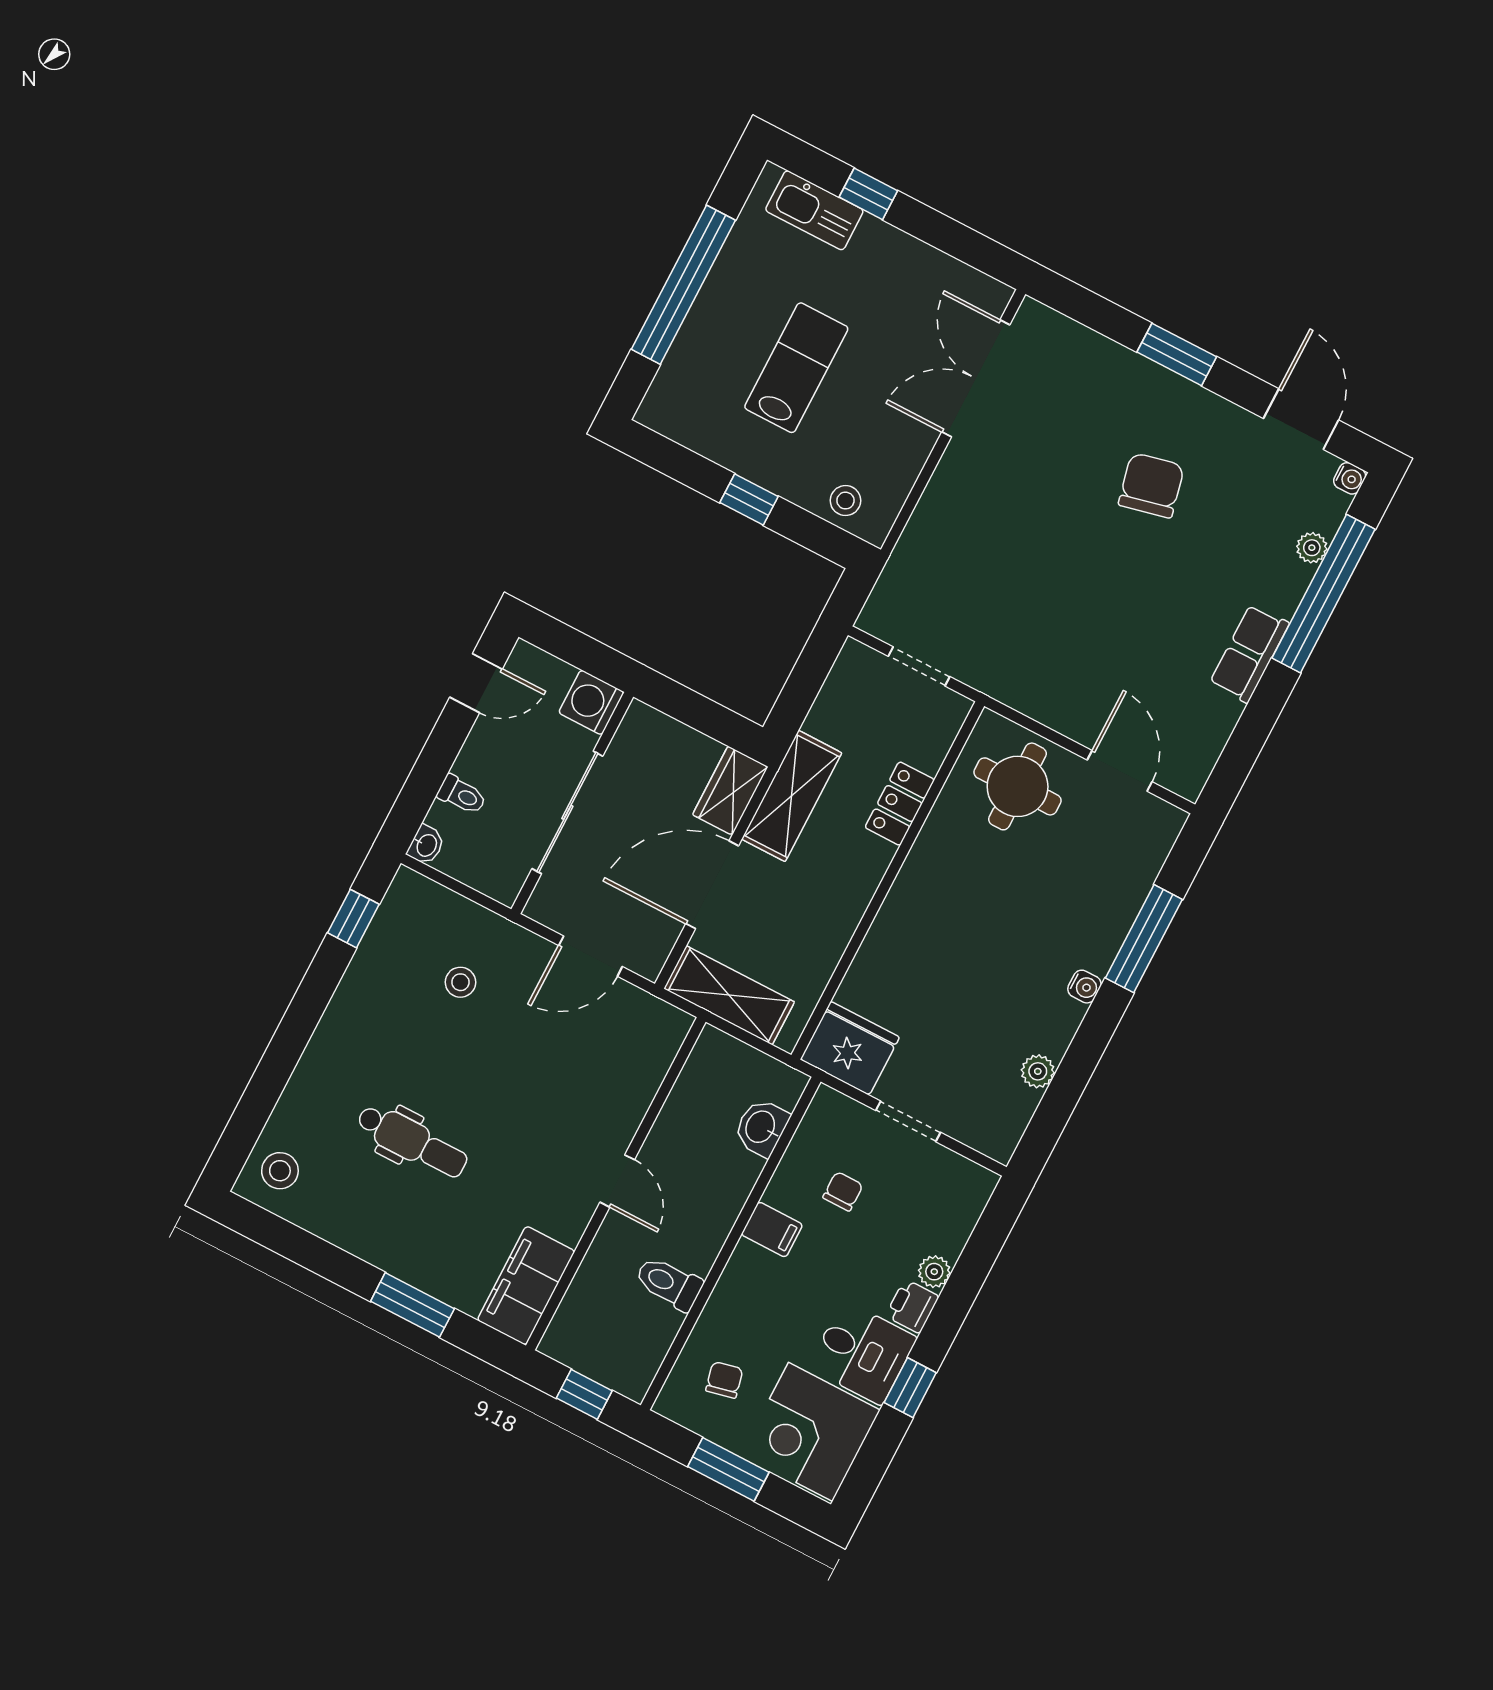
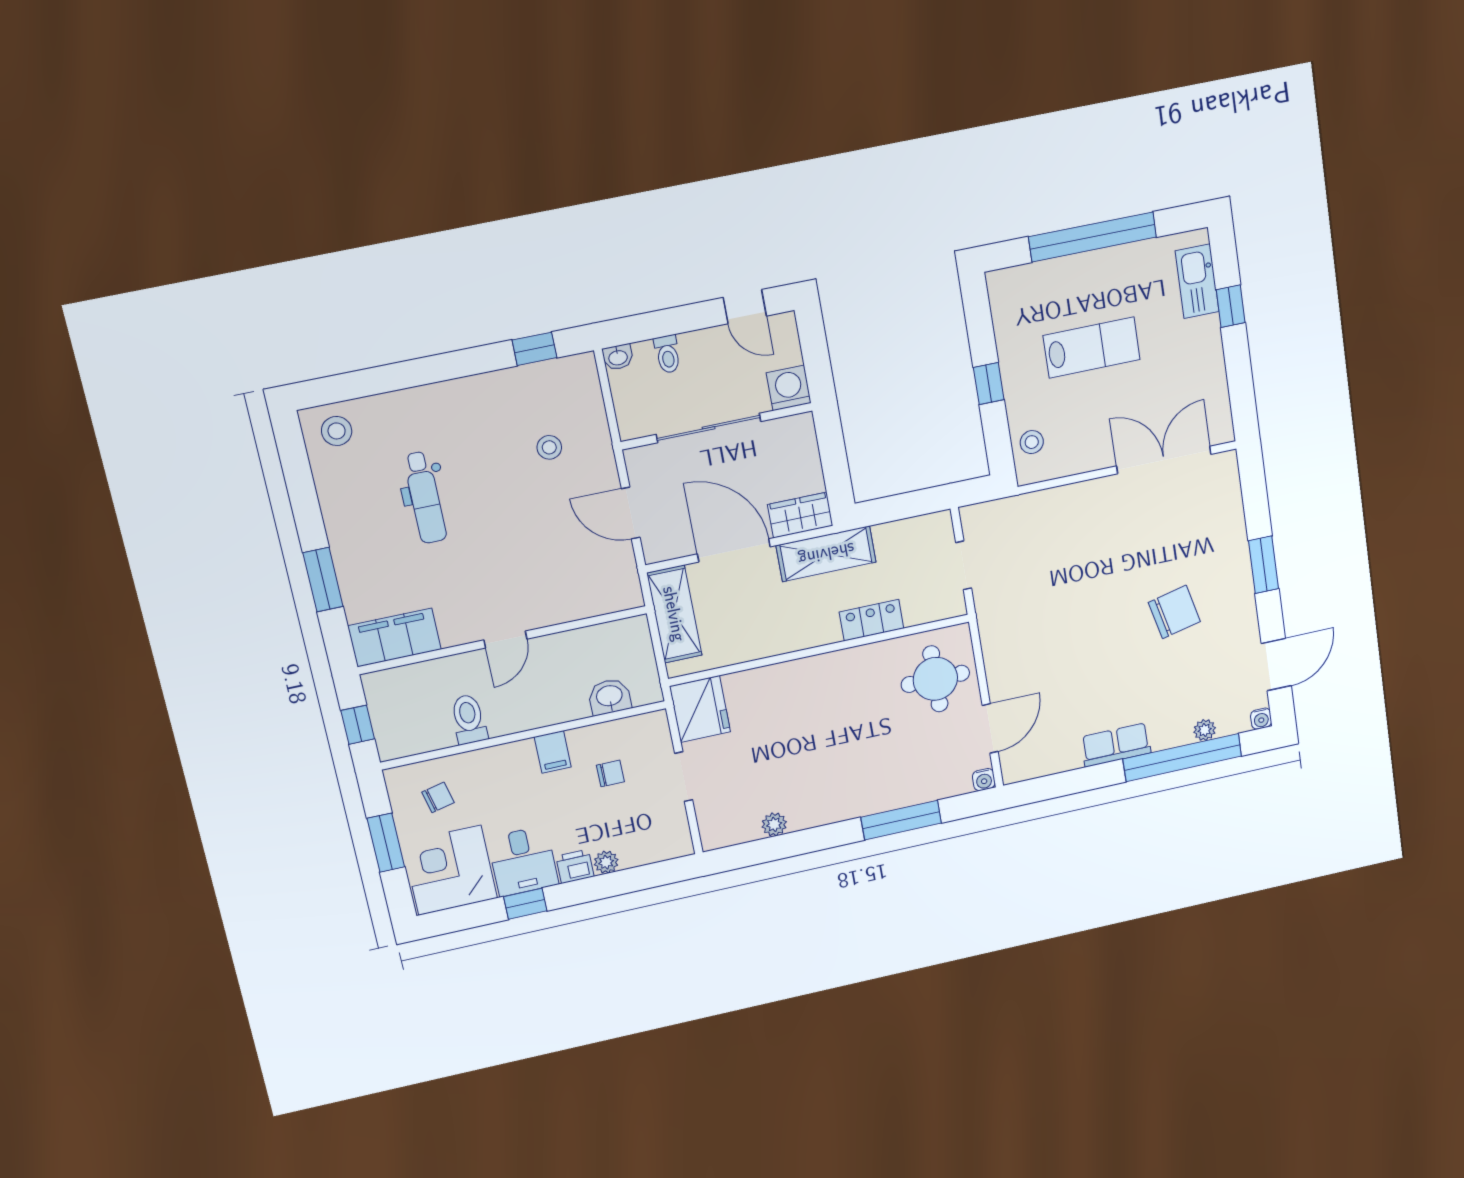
water cooler: (1084, 987) -> (984, 780), moved

